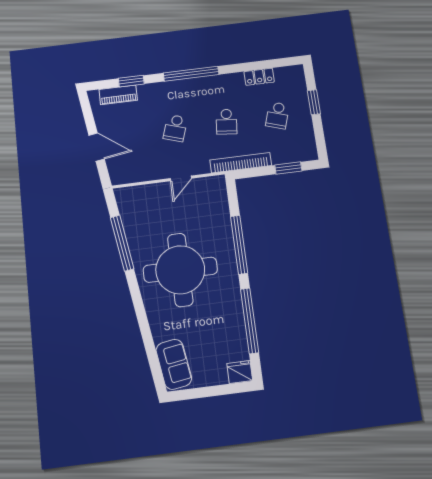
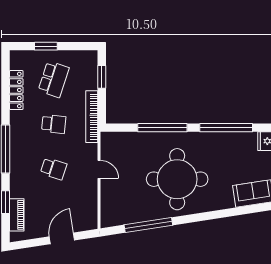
locker: (259, 77) -> (16, 90), width x1.53
school desk: (277, 115) -> (54, 79), width x1.85

